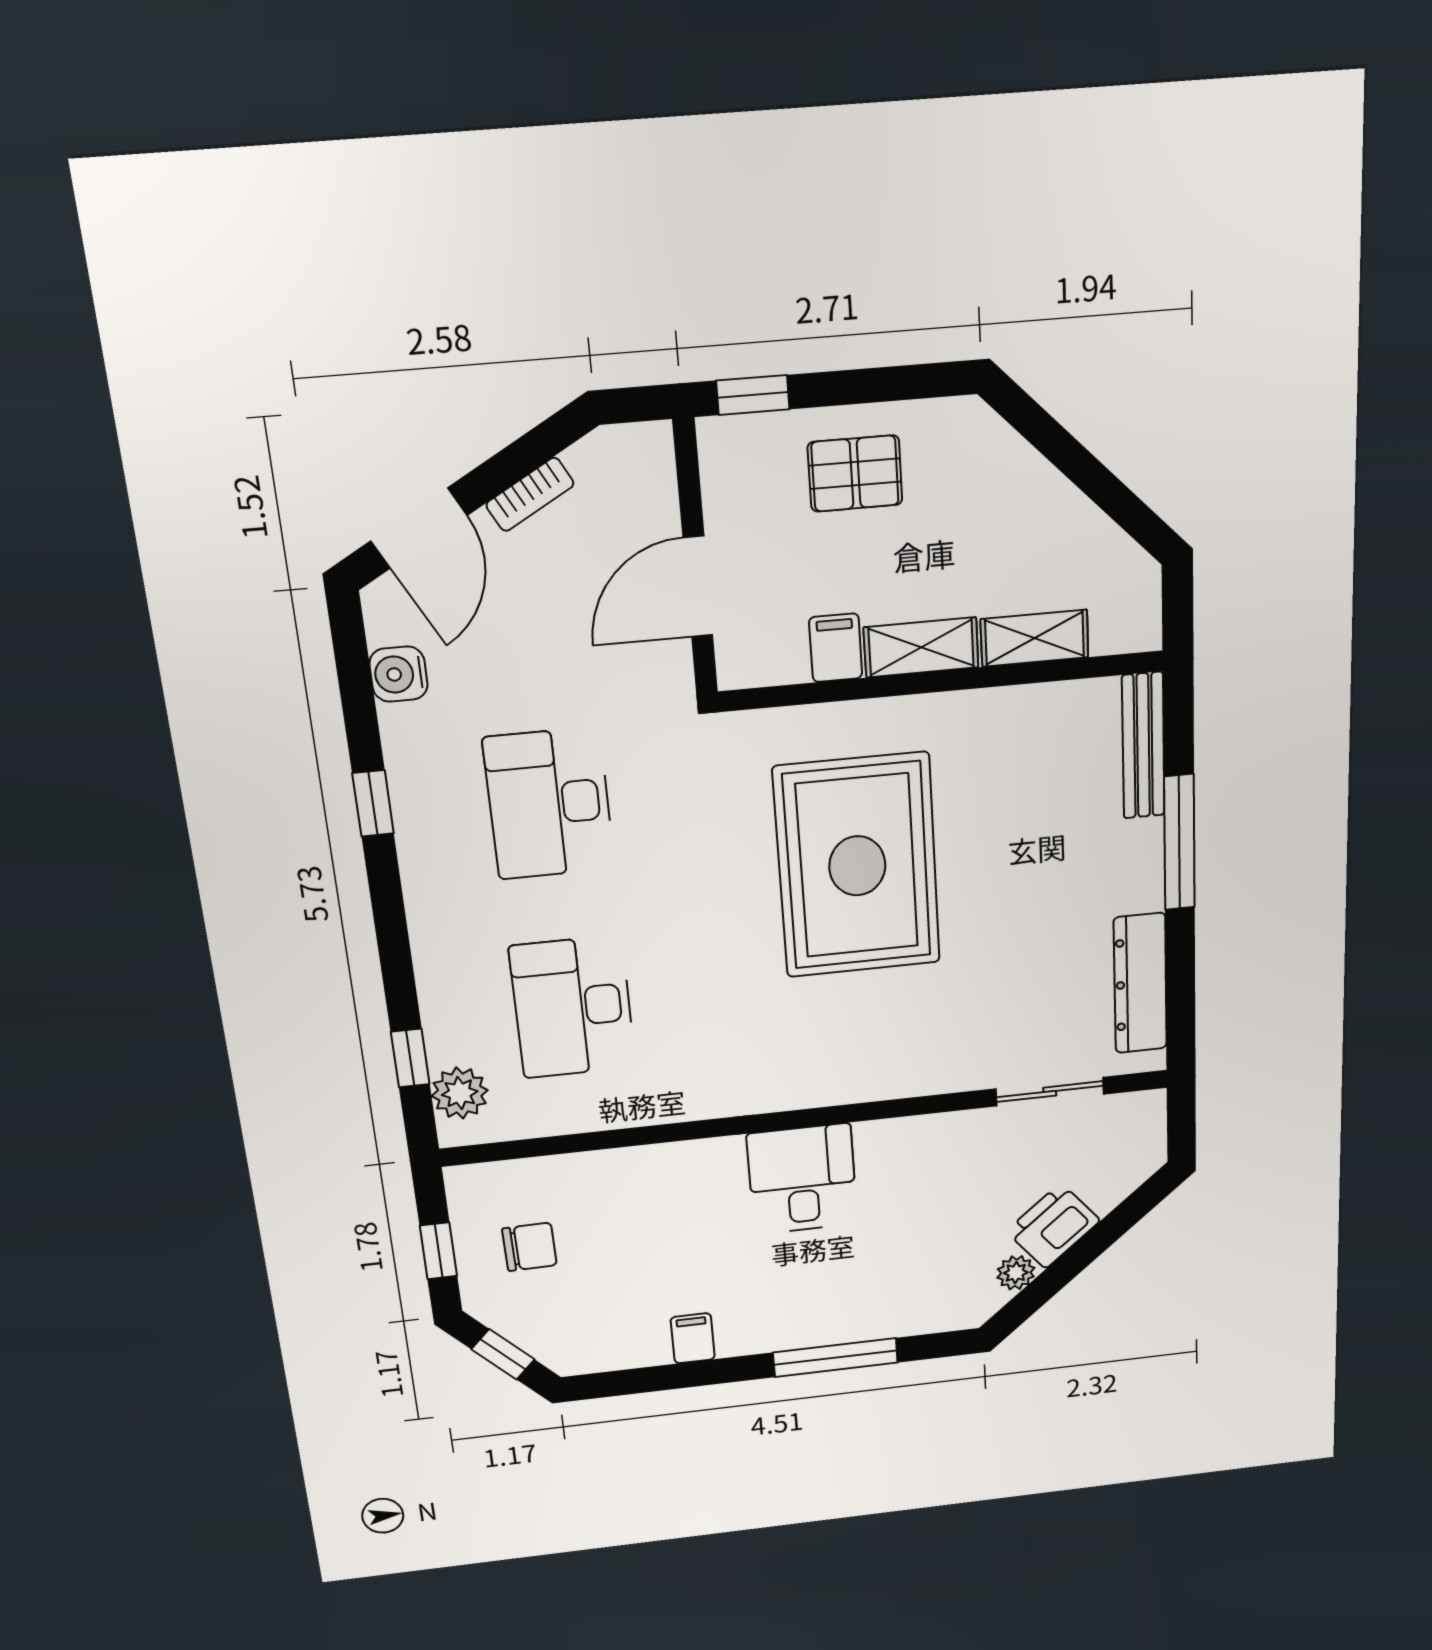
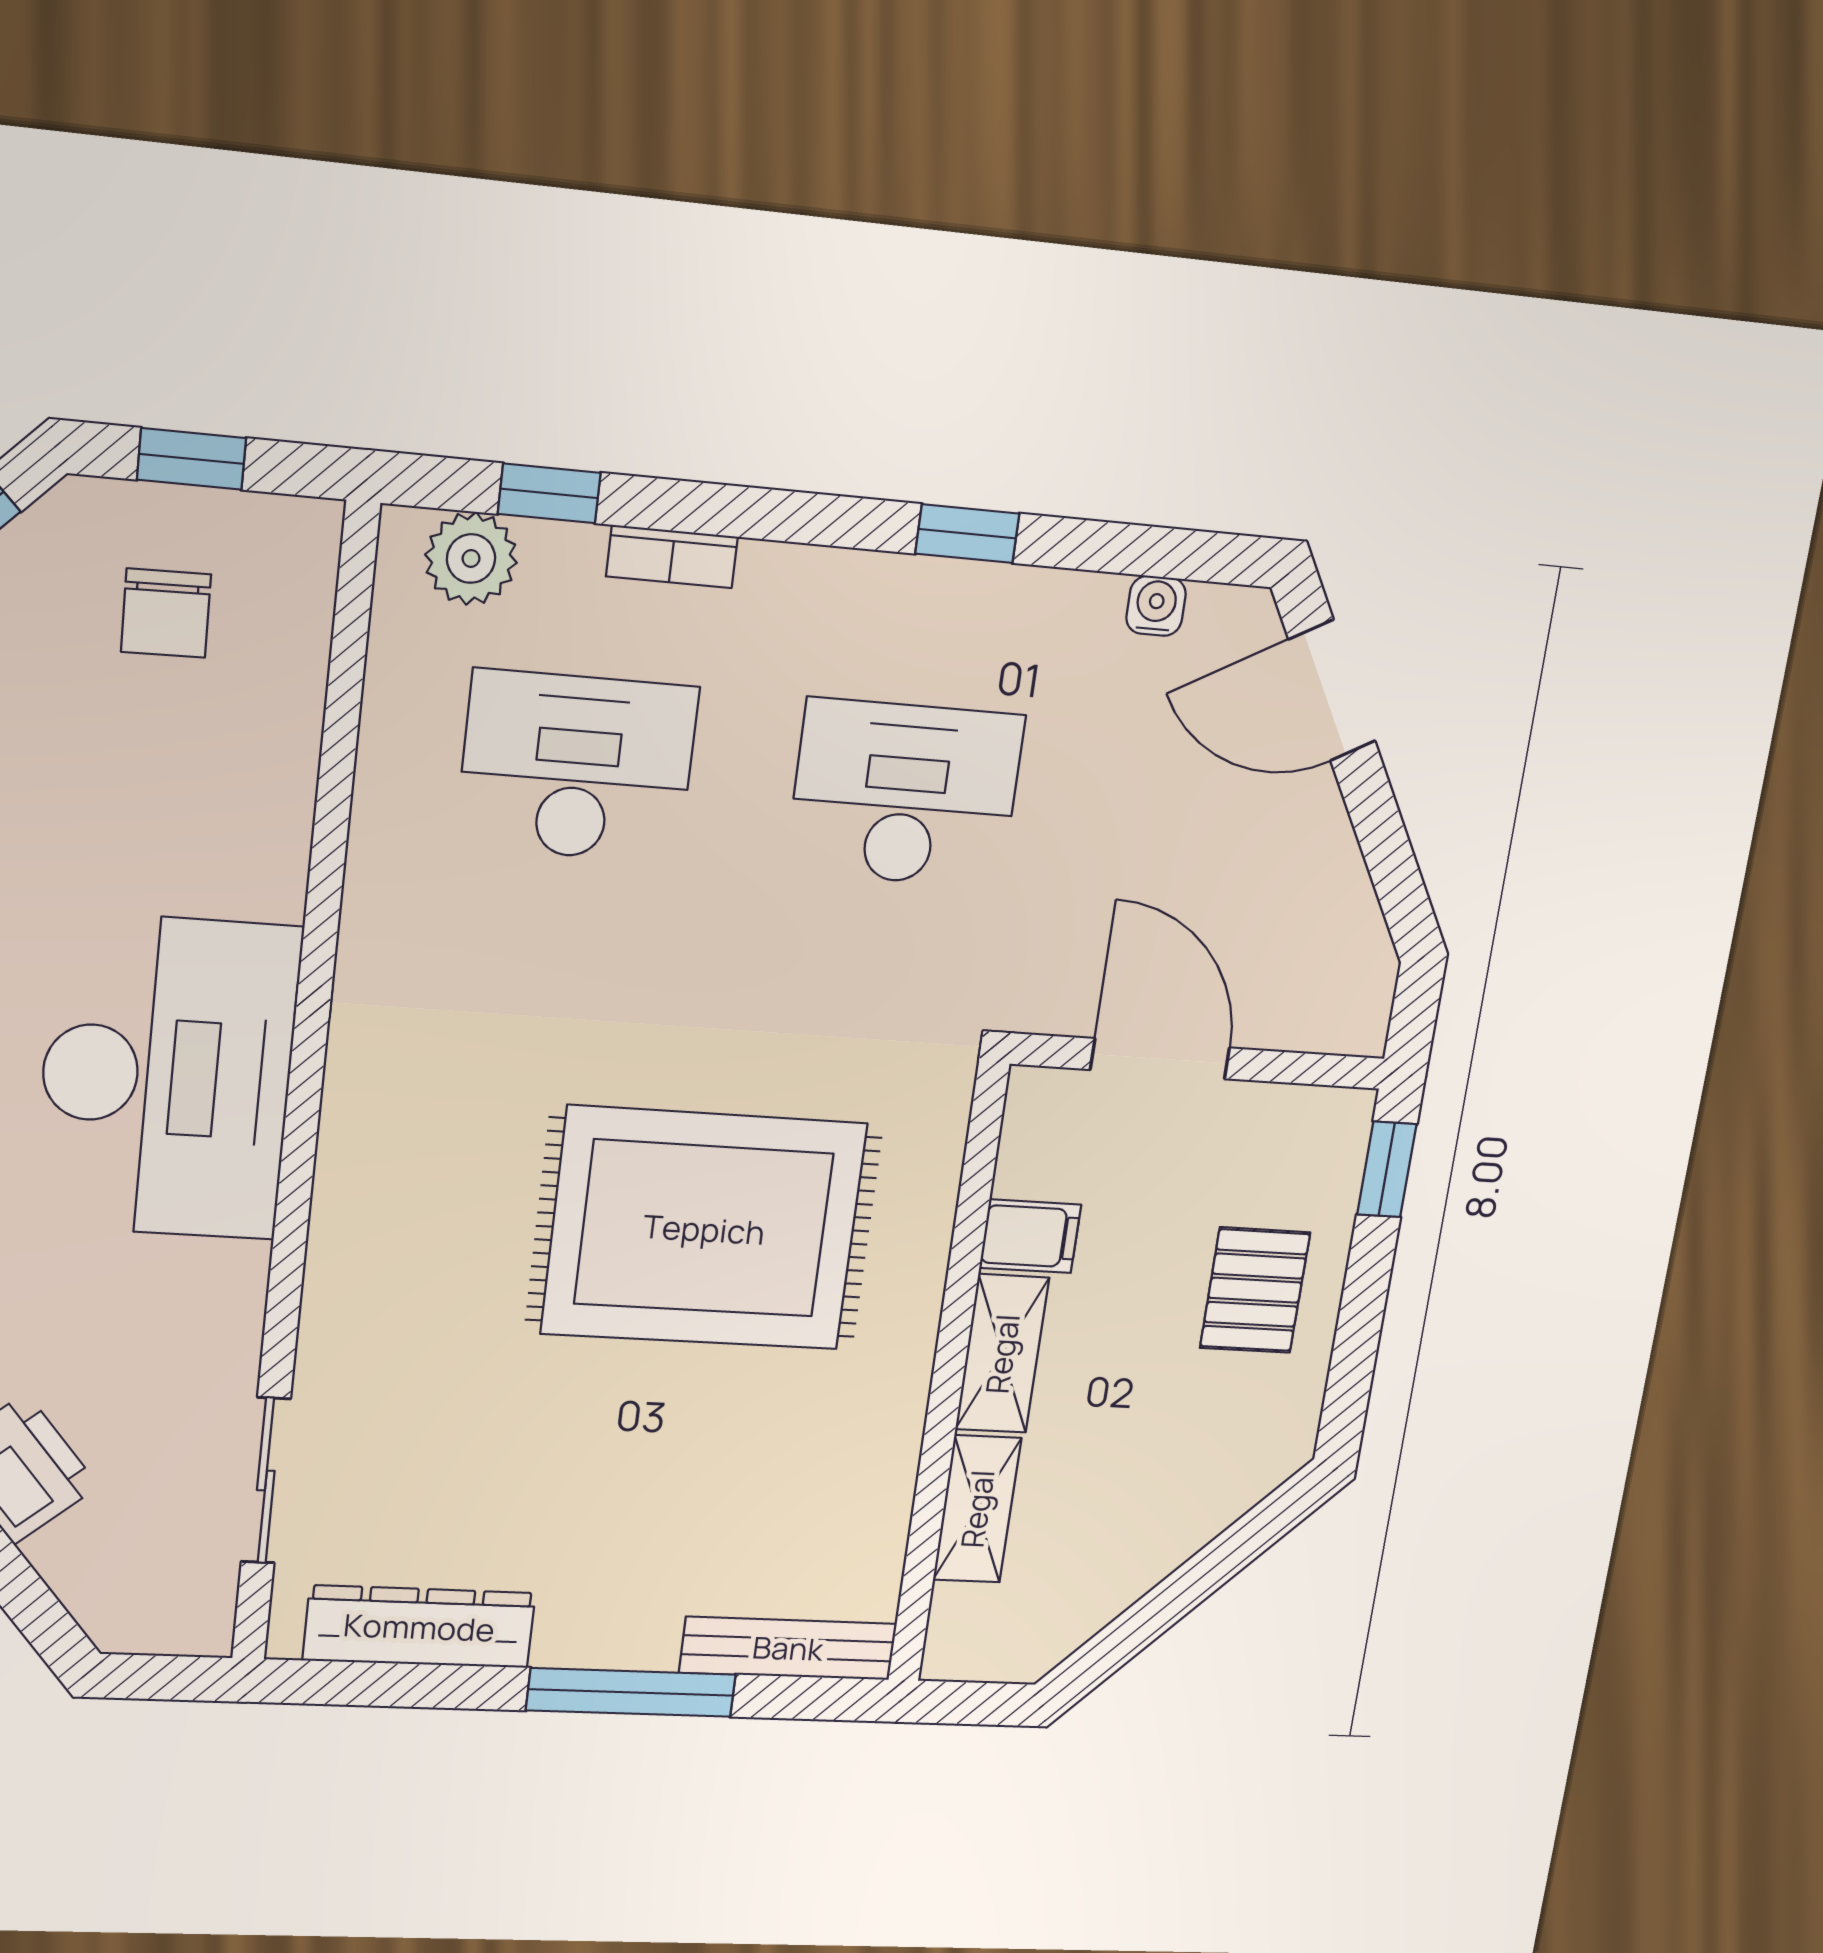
bookcase: (530, 494) -> (672, 557), moved, turned -61
water cooler: (399, 674) -> (1156, 606), width x0.72, depth x0.72
desk: (802, 1179) -> (167, 1077), width x1.87, depth x1.30

